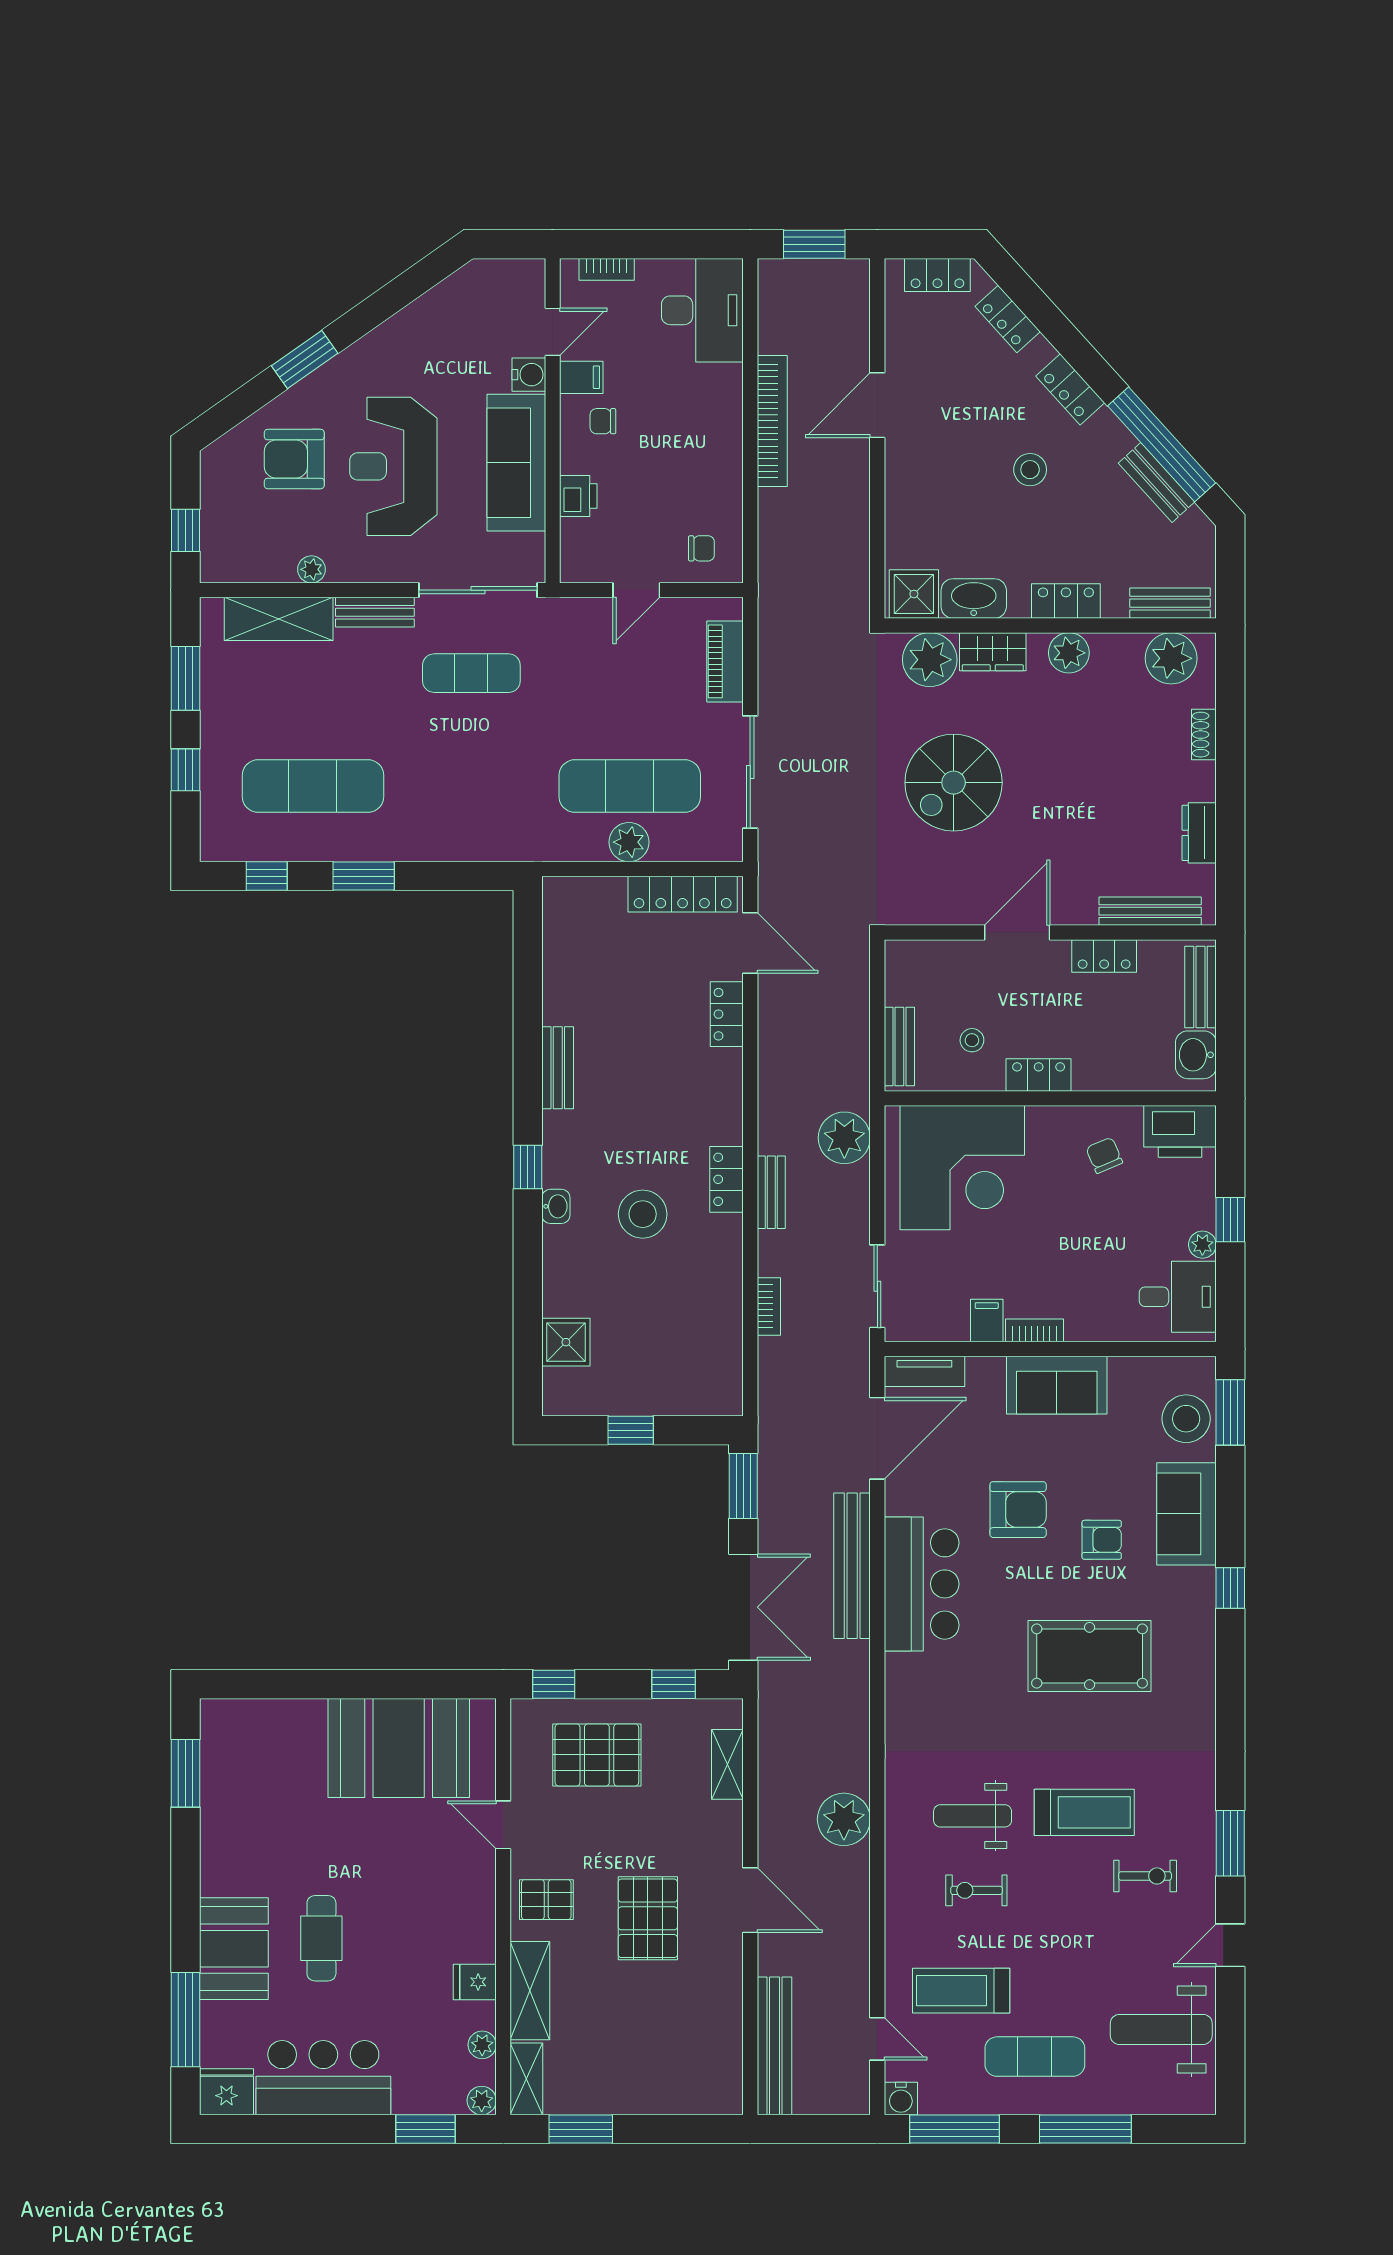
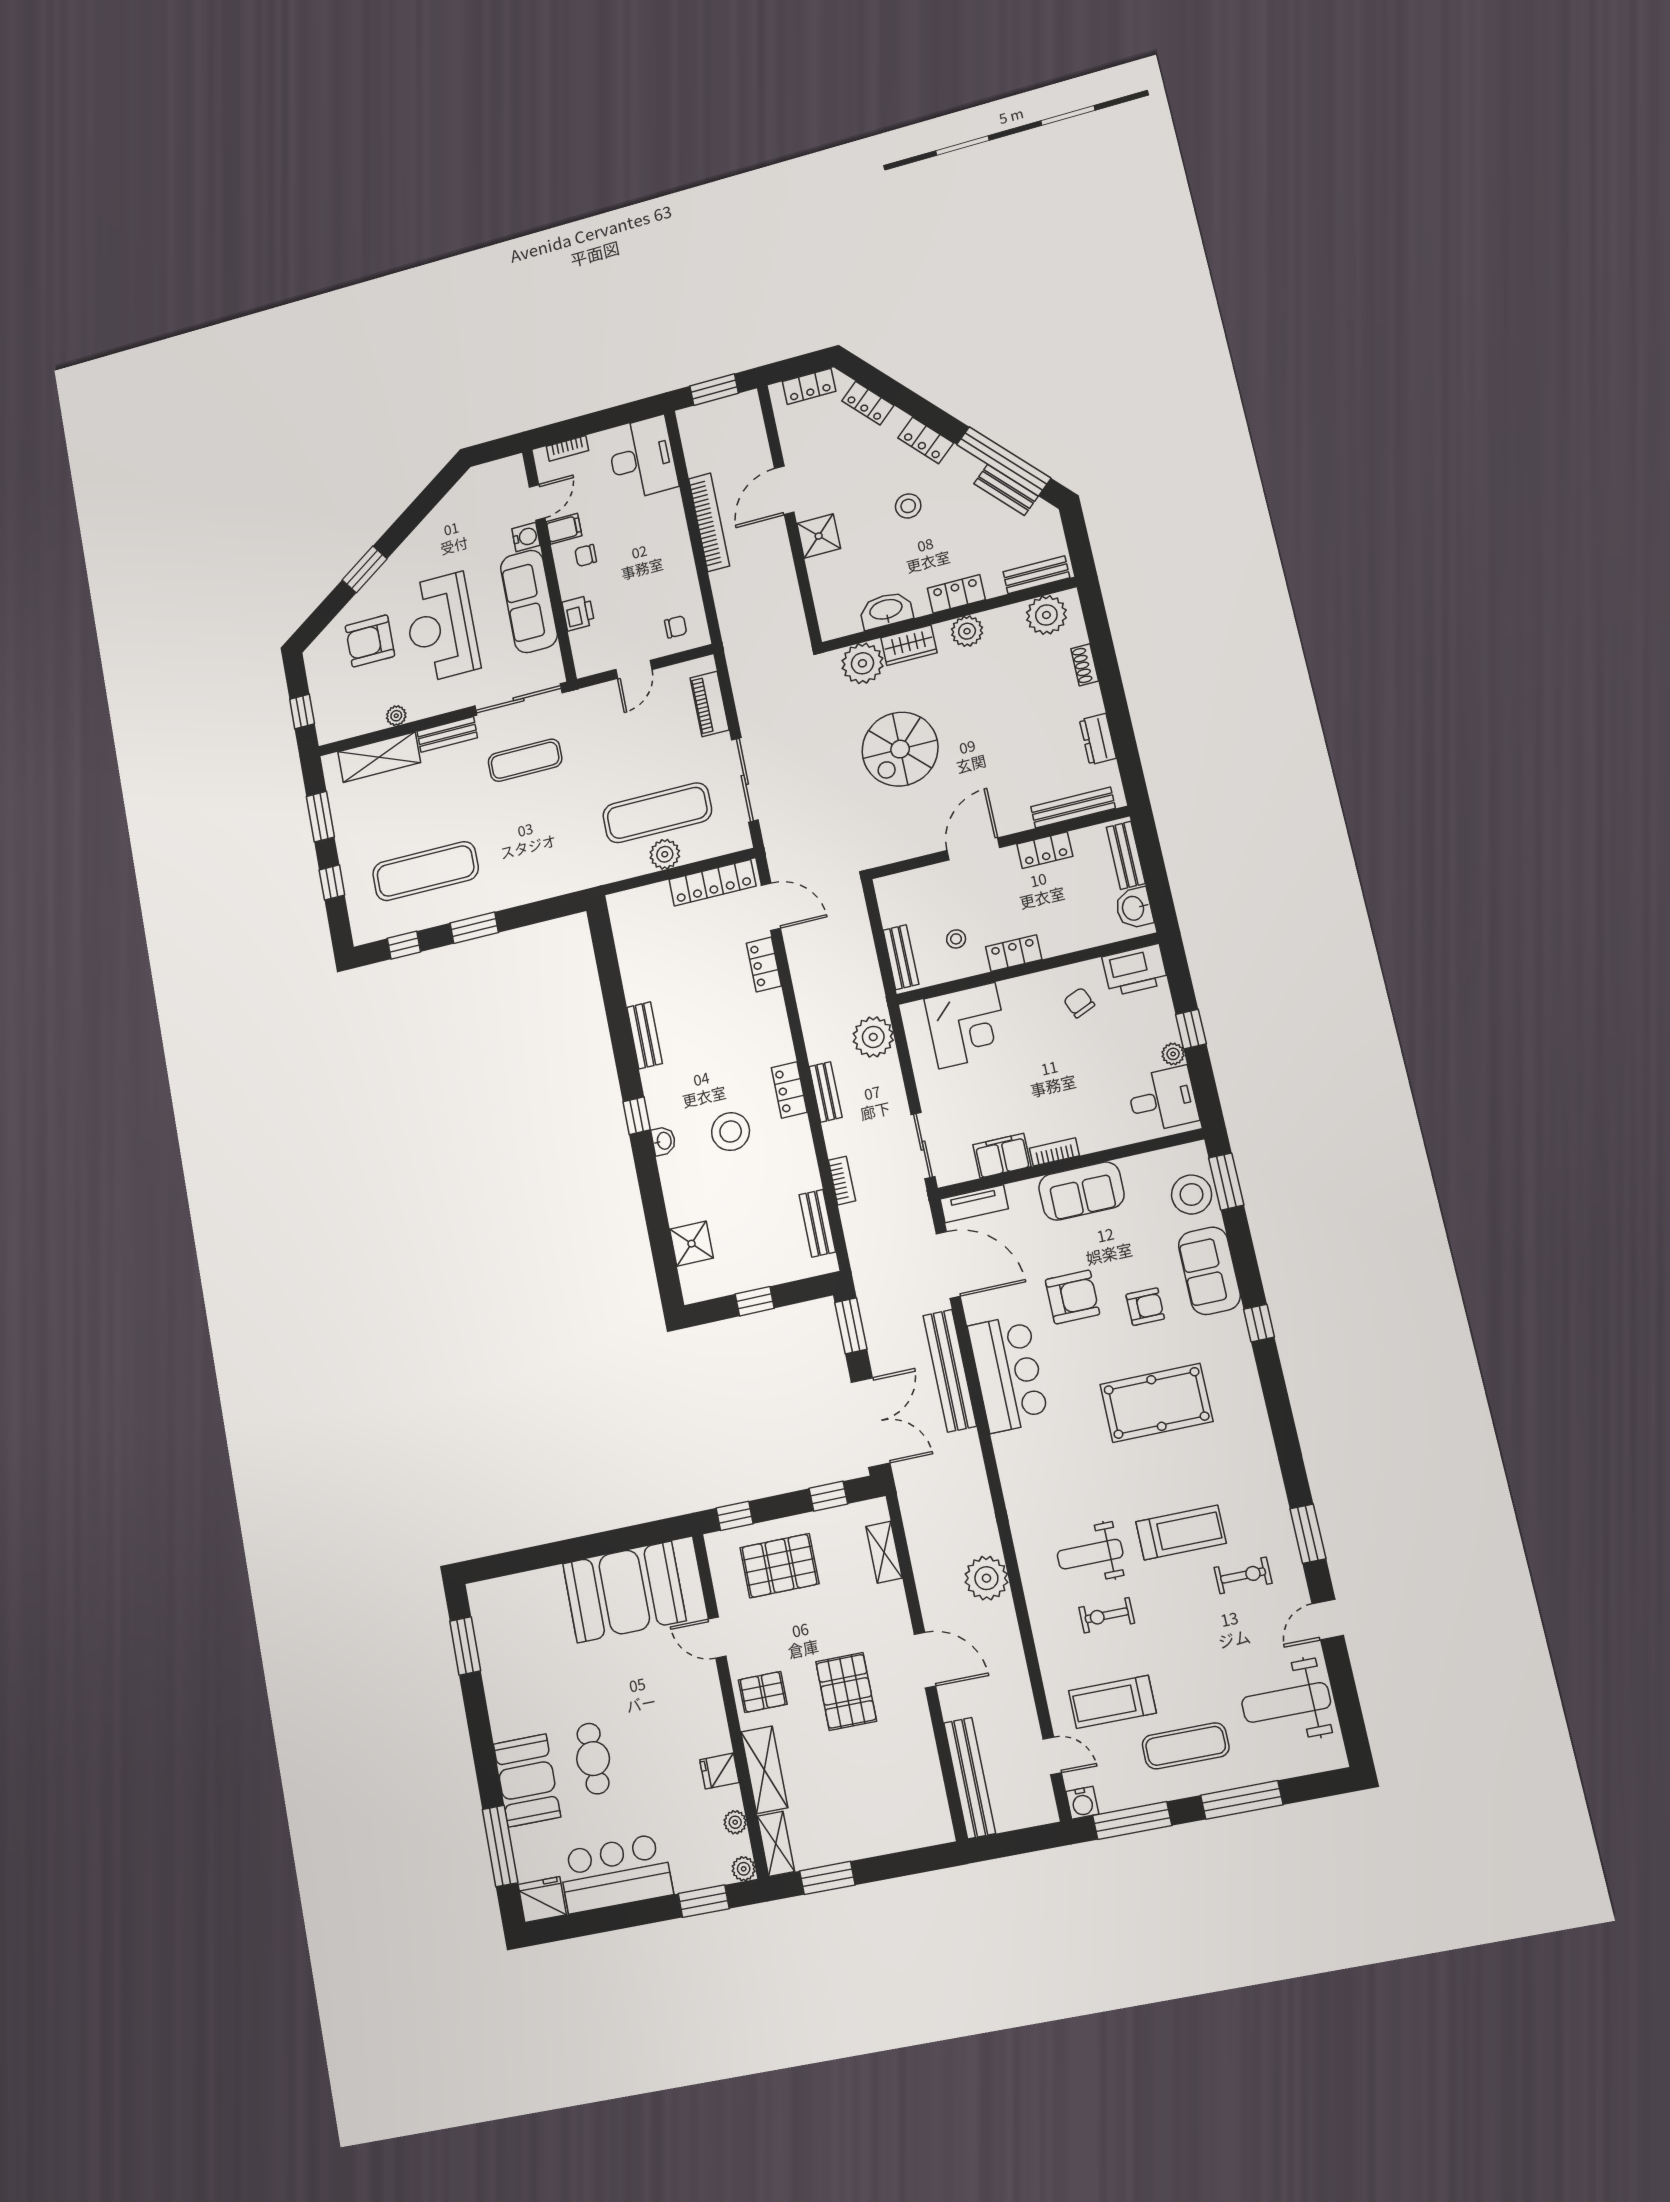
shower: (914, 594) -> (819, 536), moved
corner desk: (962, 1168) -> (967, 1026), width x0.74, depth x0.74
filing cabinet: (987, 1321) -> (1002, 1156), width x2.00
bench: (728, 1352) -> (817, 1223), added
door: (877, 1438) -> (948, 1265), hinge flipped

